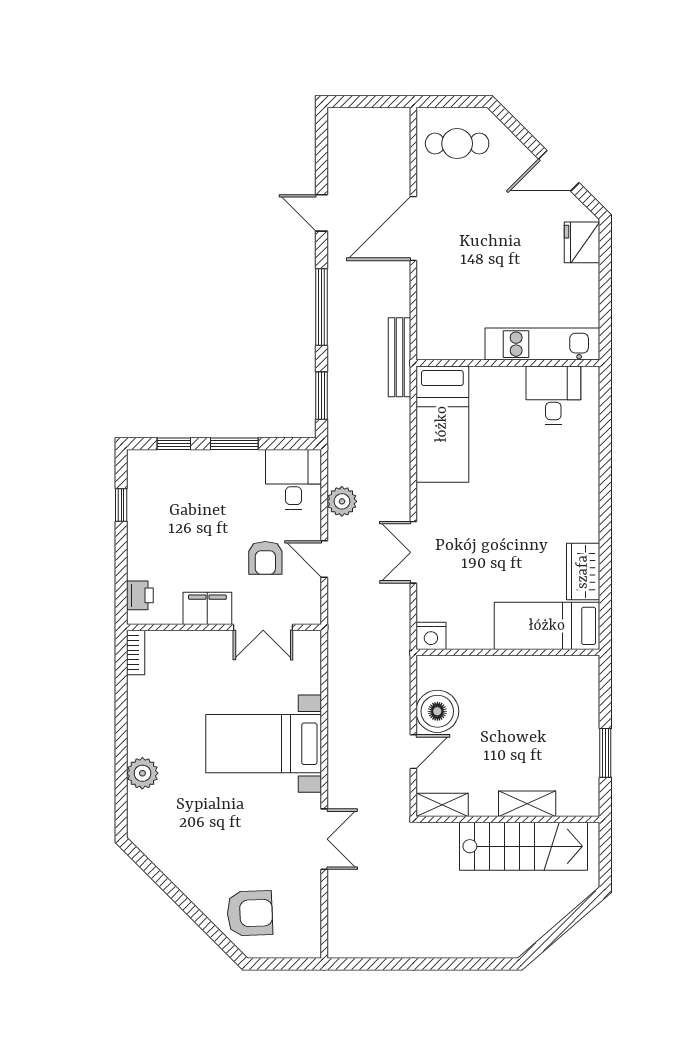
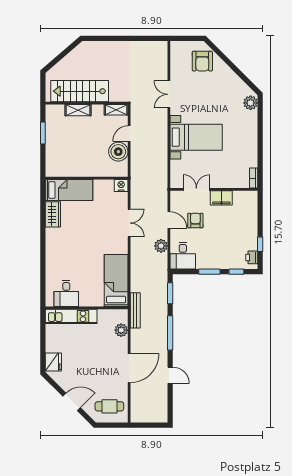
door: (559, 171) -> (72, 402), moved
plant: (431, 313) -> (121, 330), added
printer: (140, 595) -> (252, 257), moved
plant: (142, 773) -> (251, 103), moved
armchair: (250, 913) -> (202, 61), turned -88

